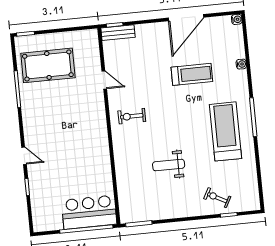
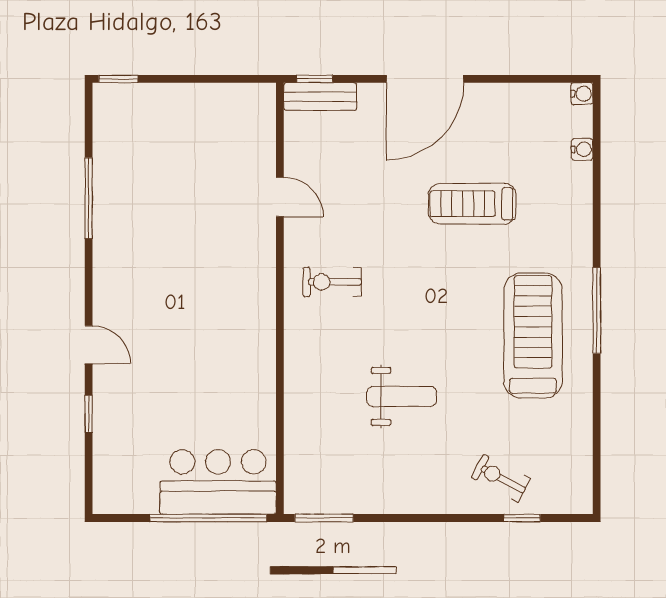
door: (186, 18) -> (425, 79), moved
water cooler: (241, 64) -> (582, 149), moved
pool table: (48, 65) -> (160, 153), removed
treadmill: (192, 74) -> (472, 204), turned 180
weight bench: (169, 165) -> (402, 396), turned 180

